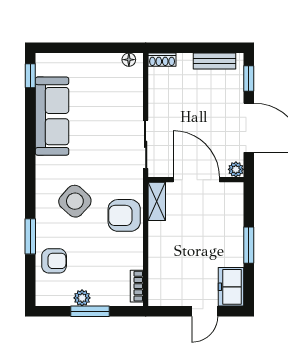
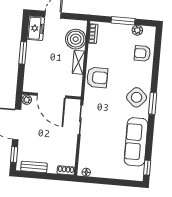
side table: (75, 201) -> (137, 97), moved
shelving: (157, 201) -> (78, 62), moved
window: (30, 236) -> (153, 103), moved
boiler: (165, 275) -> (76, 39), added
plant: (82, 298) -> (137, 30), moved

